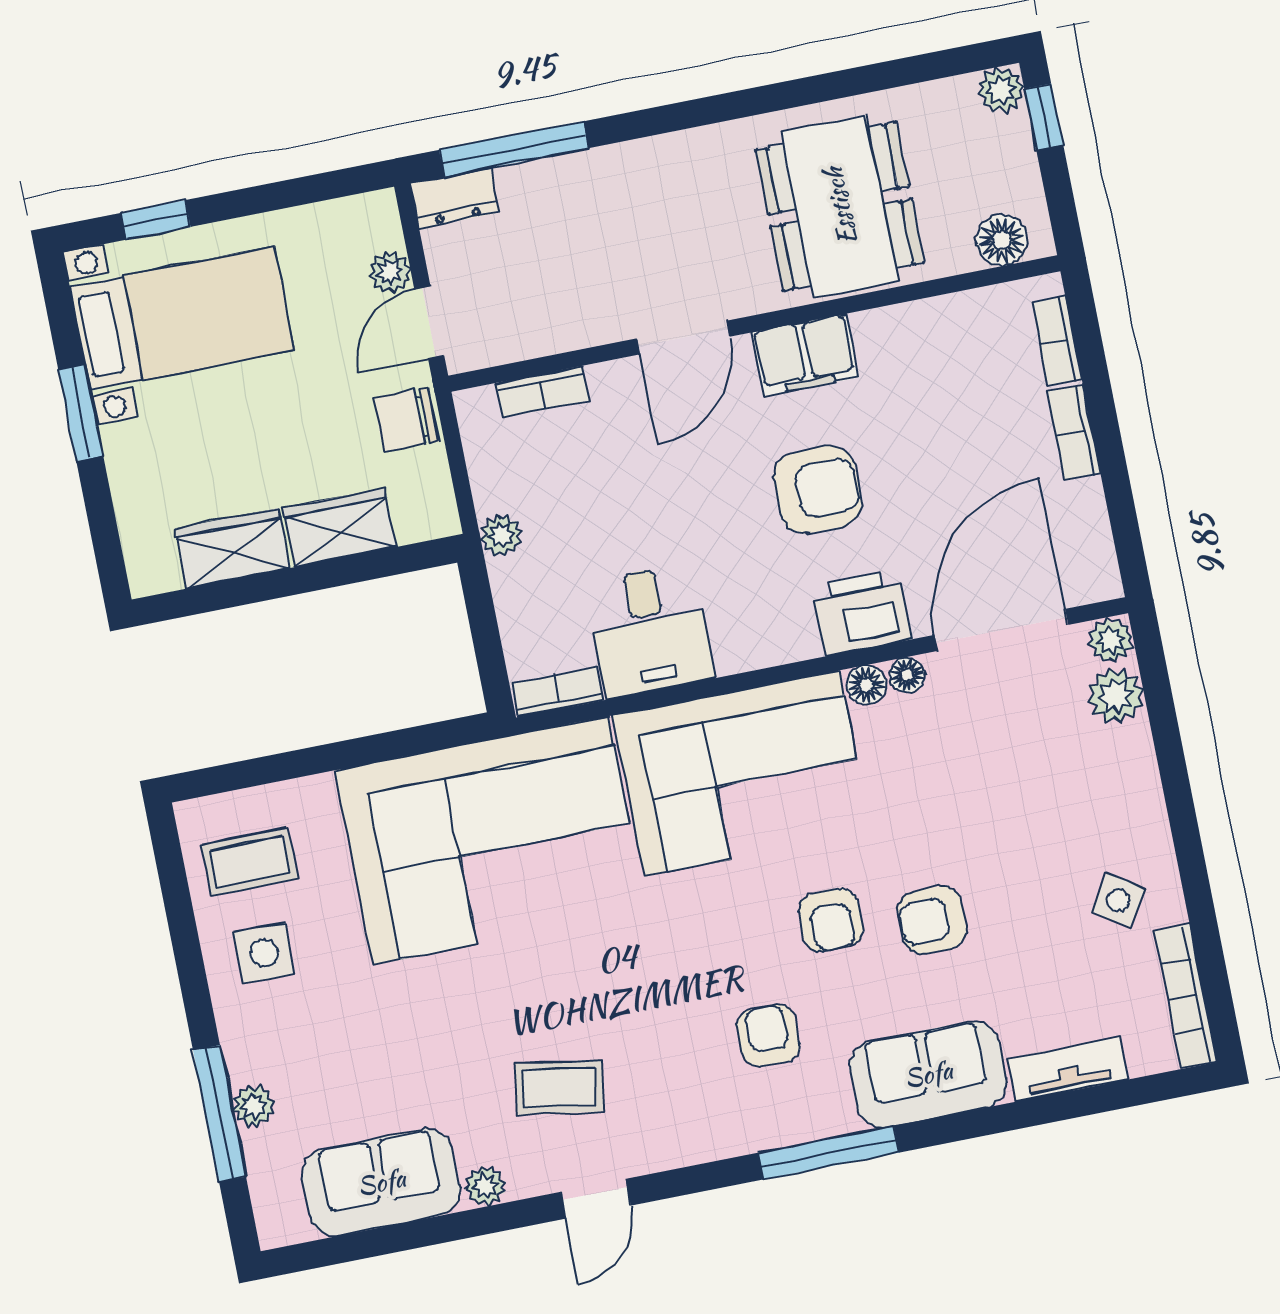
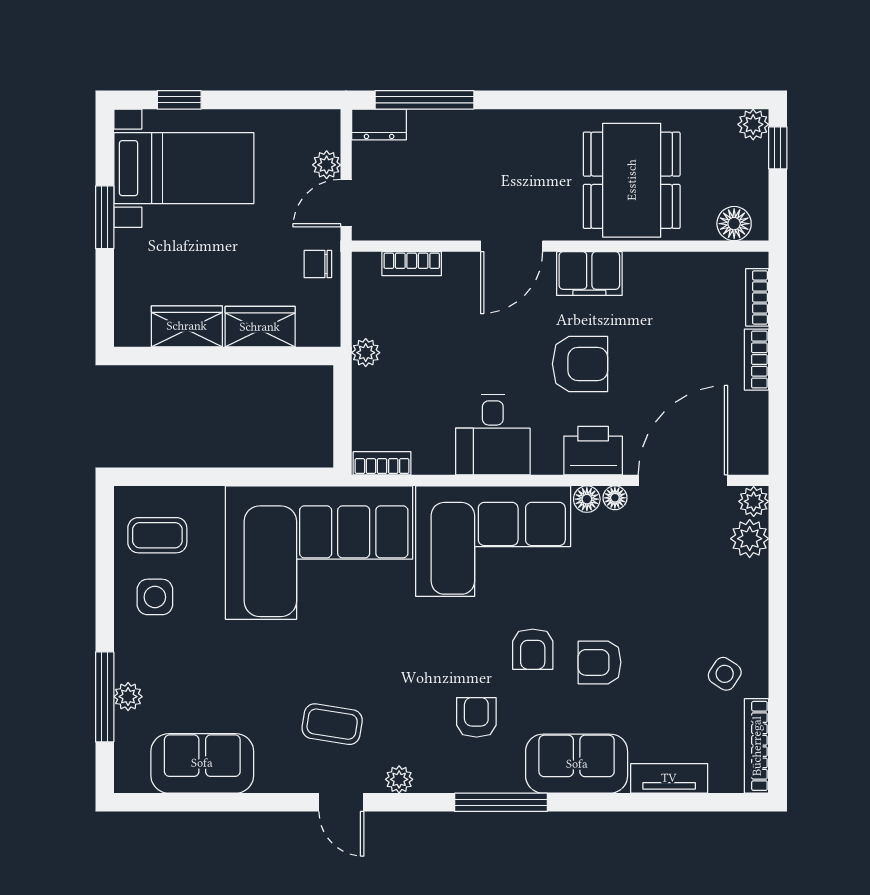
chair: (406, 420) -> (318, 264), width x0.73, depth x0.73
desk: (650, 630) -> (493, 435), moved
plant: (485, 1186) -> (399, 779), moved
door: (596, 1199) -> (341, 802), hinge flipped

